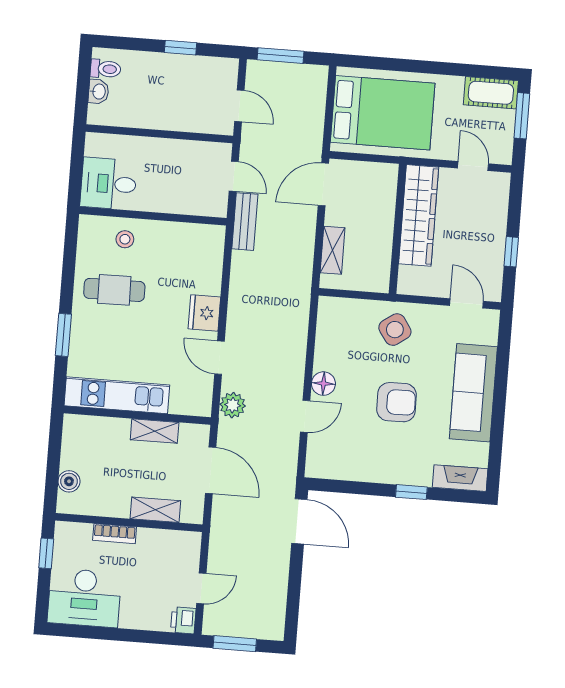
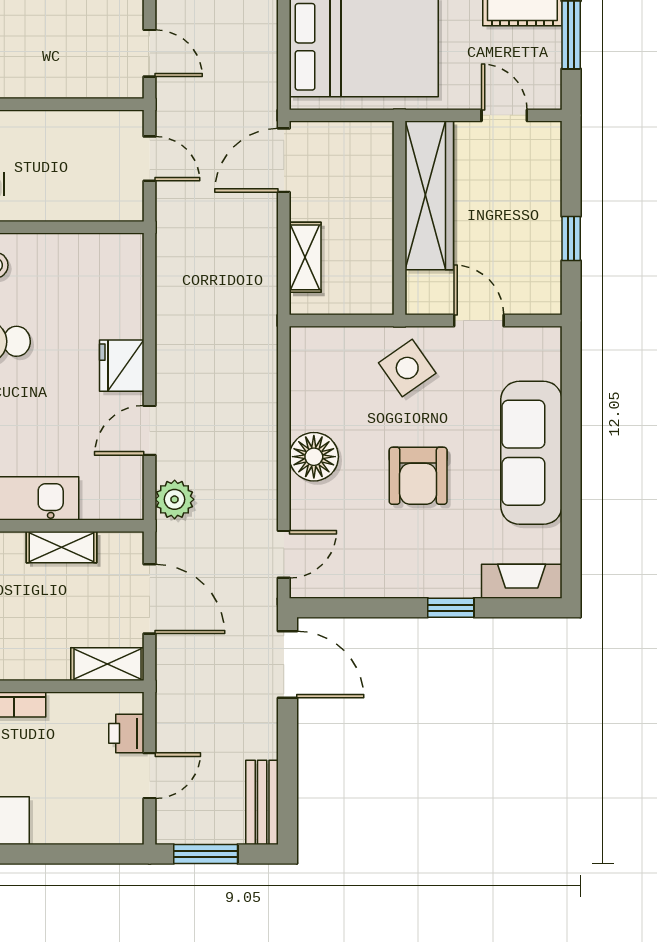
bench: (245, 222) -> (262, 802), moved
door: (467, 303) -> (479, 321), moved
door: (220, 358) -> (150, 430), hinge flipped
floor lamp: (323, 384) -> (314, 457), width x1.38, depth x1.38
armchair: (396, 402) -> (418, 476), turned 91
door: (305, 416) -> (284, 554), moved
shelving: (155, 510) -> (107, 664), moved
printer: (183, 620) -> (126, 733), moved

